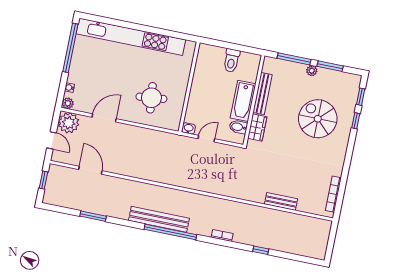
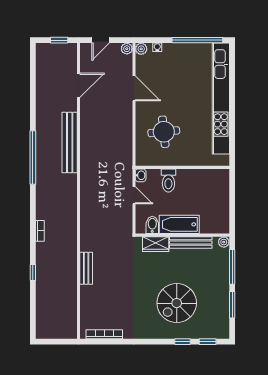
toilet: (231, 60) -> (168, 180), moved, turned -90
plant: (312, 71) -> (224, 242), moved
spiral stairs: (318, 119) -> (177, 303), turned 180
plant: (69, 123) -> (127, 49), width x0.53, depth x0.53
bench: (281, 201) -> (86, 268), moved
window: (93, 216) -> (33, 97), removed
bench: (159, 219) -> (70, 143), moved
window: (170, 232) -> (33, 157), moved

